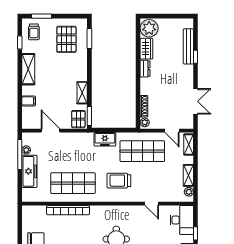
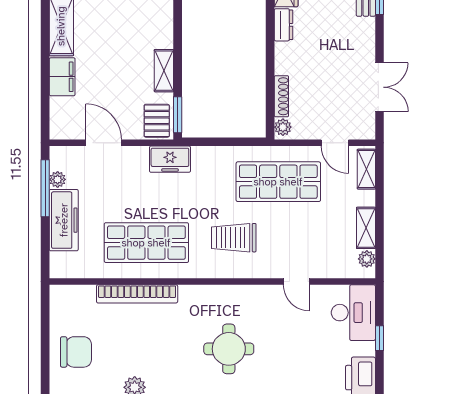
filing cabinet: (29, 101) -> (62, 77), width x2.00
freezer: (105, 139) -> (170, 159), moved

